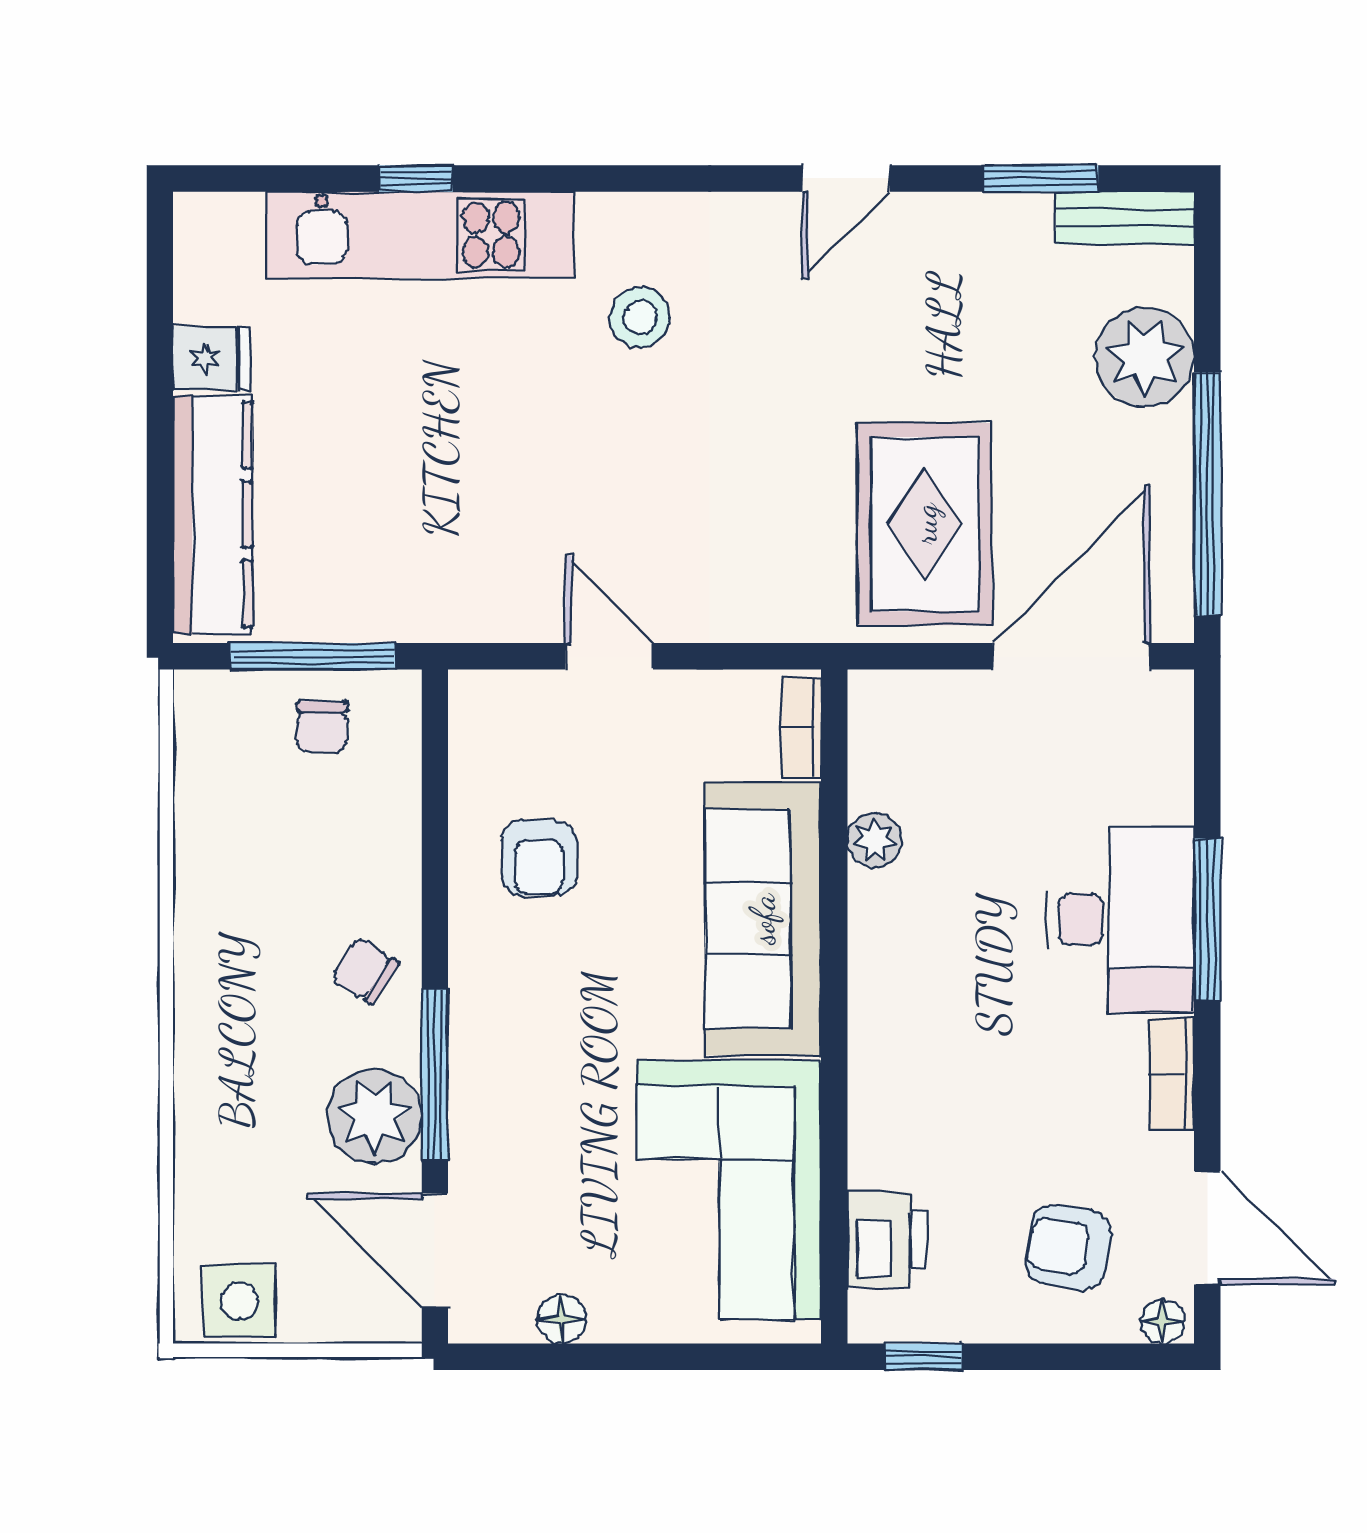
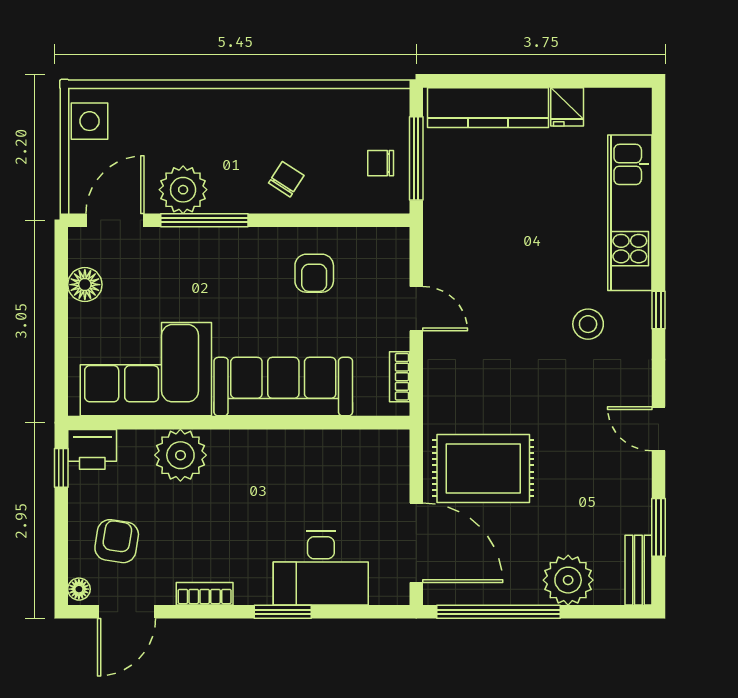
window: (416, 178) -> (658, 310), moved
door: (609, 656) -> (416, 309), hinge flipped
bookcase: (801, 728) -> (400, 377), moved, turned -90
plant: (875, 840) -> (180, 455), moved, width x1.88, depth x1.88
armchair: (539, 858) -> (314, 273), turned -90
desk: (1121, 919) -> (321, 568), moved
window: (1207, 920) -> (283, 612), width x0.69
chair: (365, 971) -> (286, 179), moved
printer: (887, 1240) -> (92, 449), moved
floor lamp: (562, 1319) -> (85, 285), width x1.37, depth x1.37

